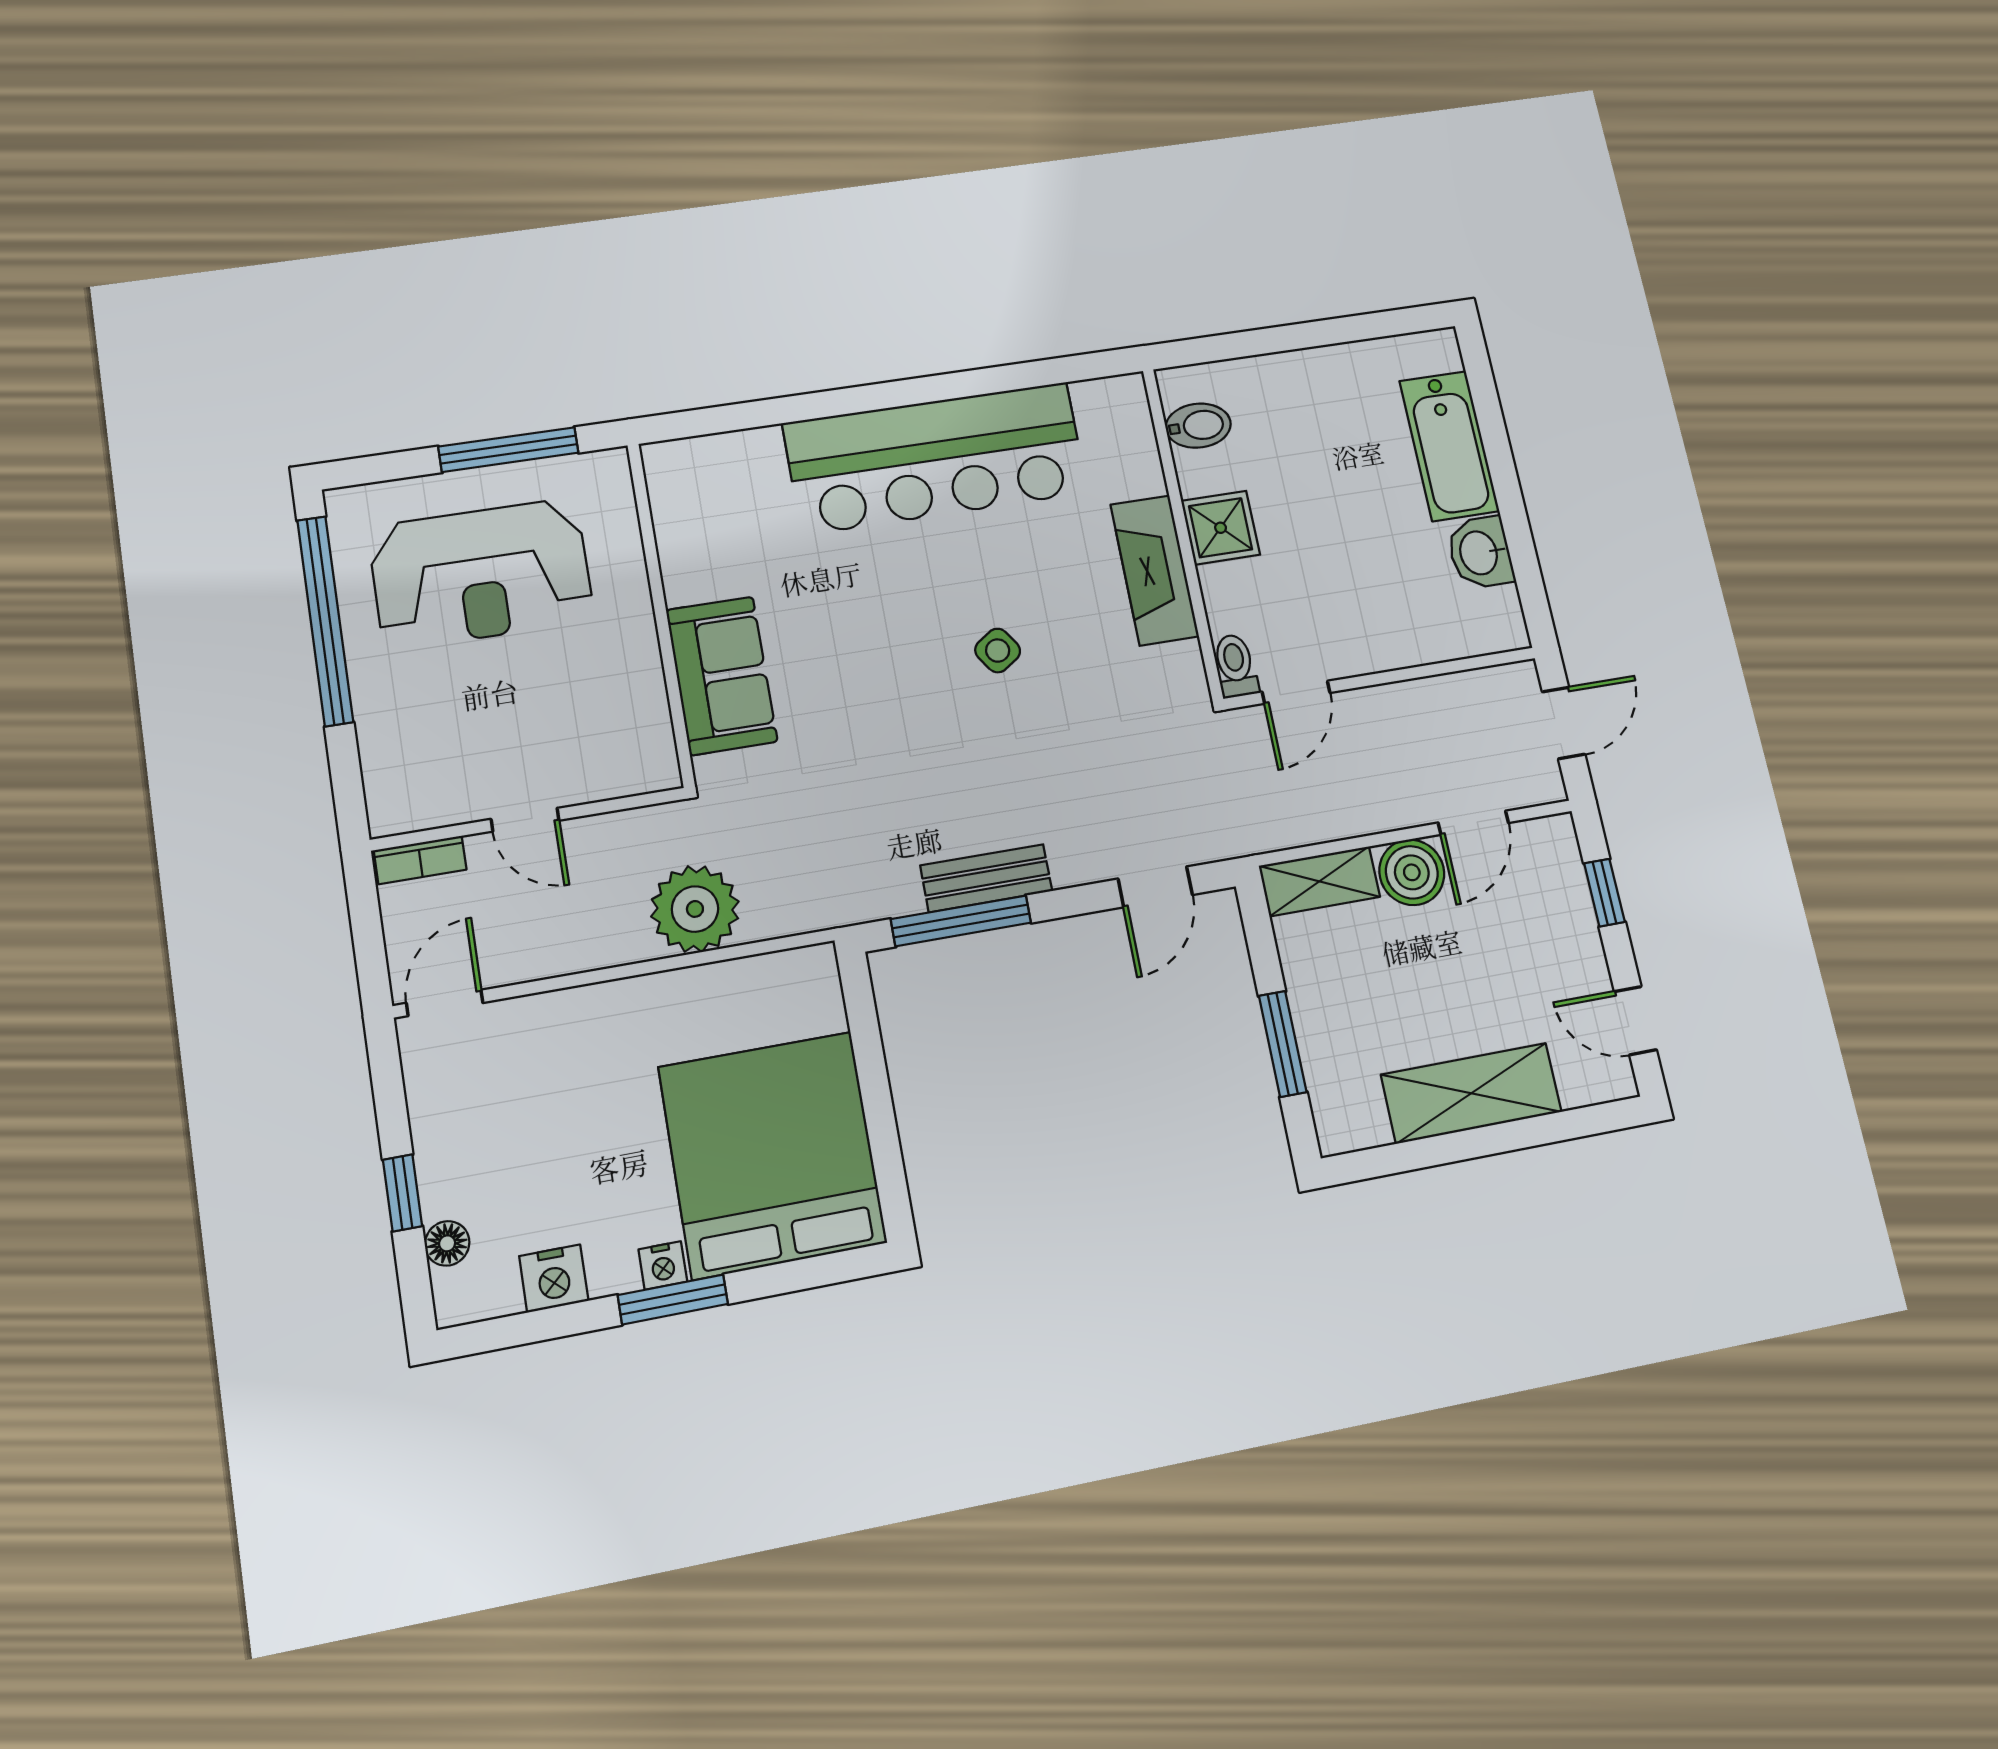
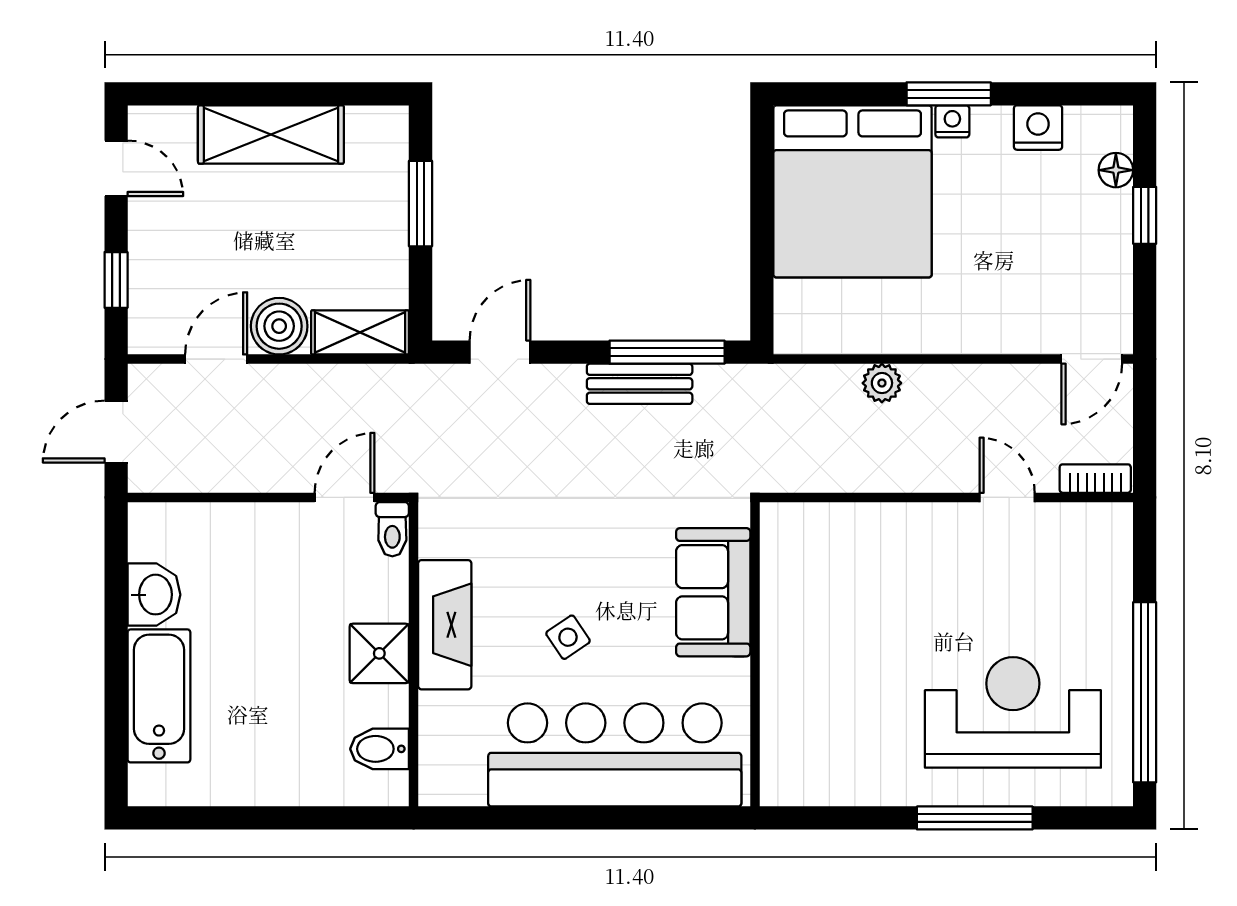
wall: (661, 613) -> (755, 654), moved
side table: (998, 650) -> (568, 637), moved
sofa: (722, 676) -> (713, 592), moved
plant: (695, 909) -> (882, 383), width x0.53, depth x0.53

